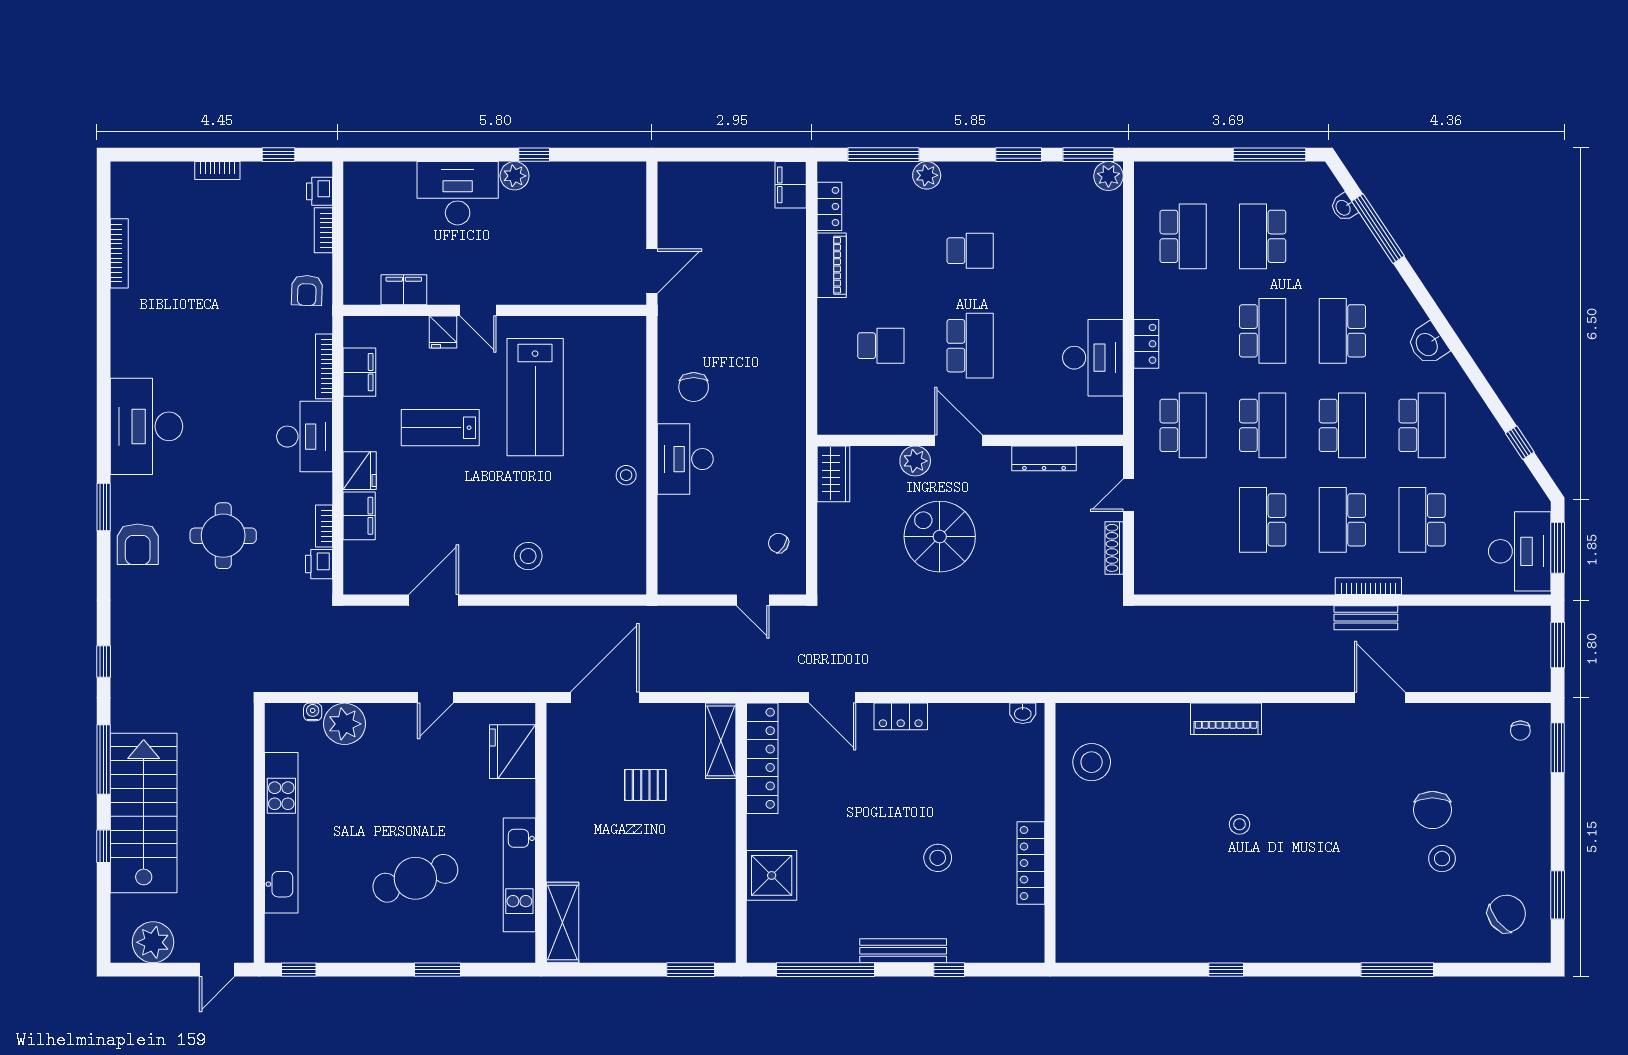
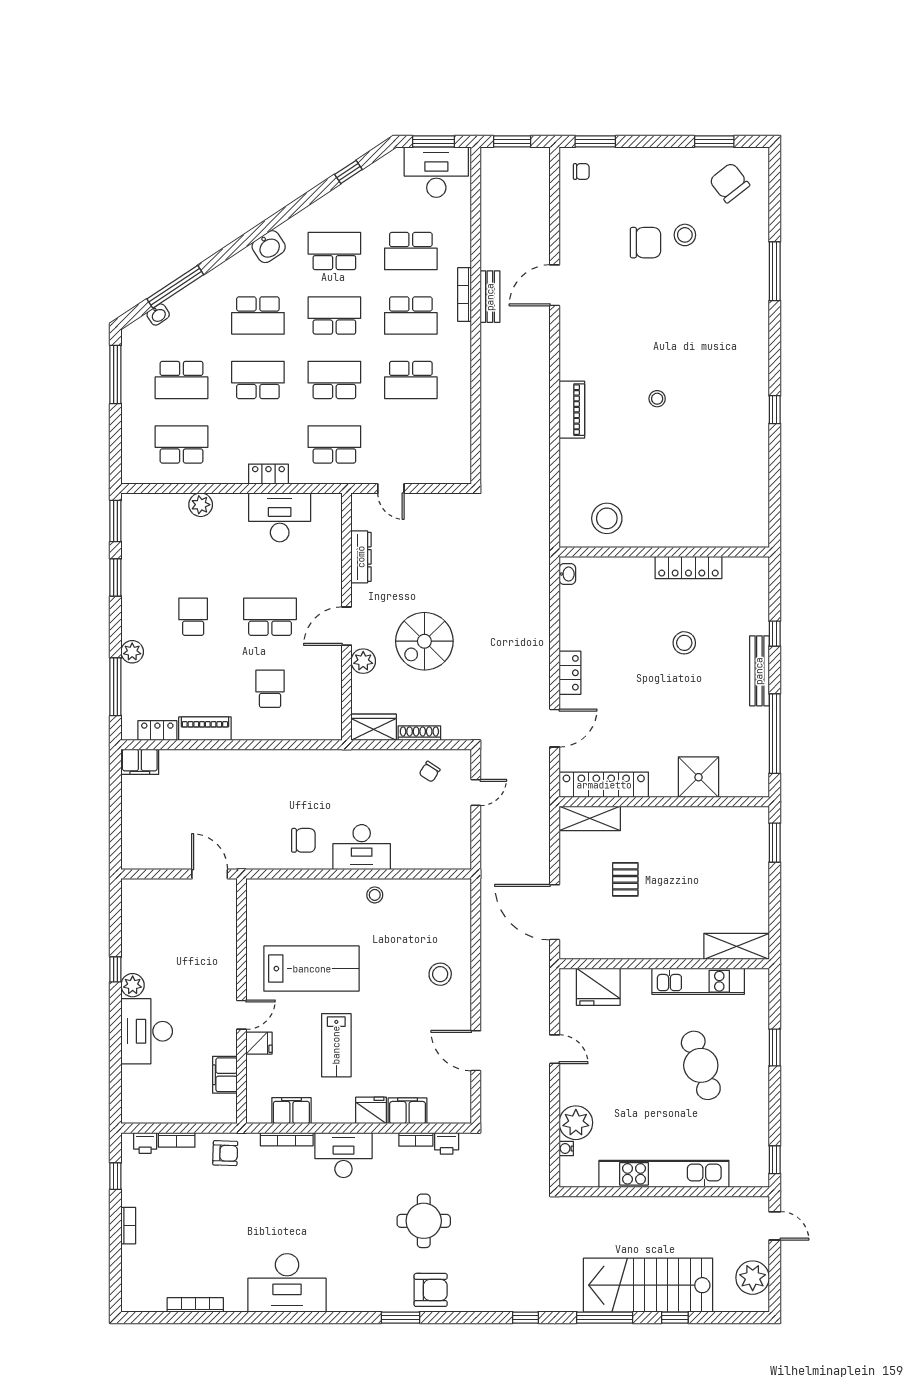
plant: (1108, 176) -> (201, 505), moved
desk: (146, 426) -> (287, 1283), moved
shoe rack: (1114, 548) -> (419, 733), moved, turned 180

